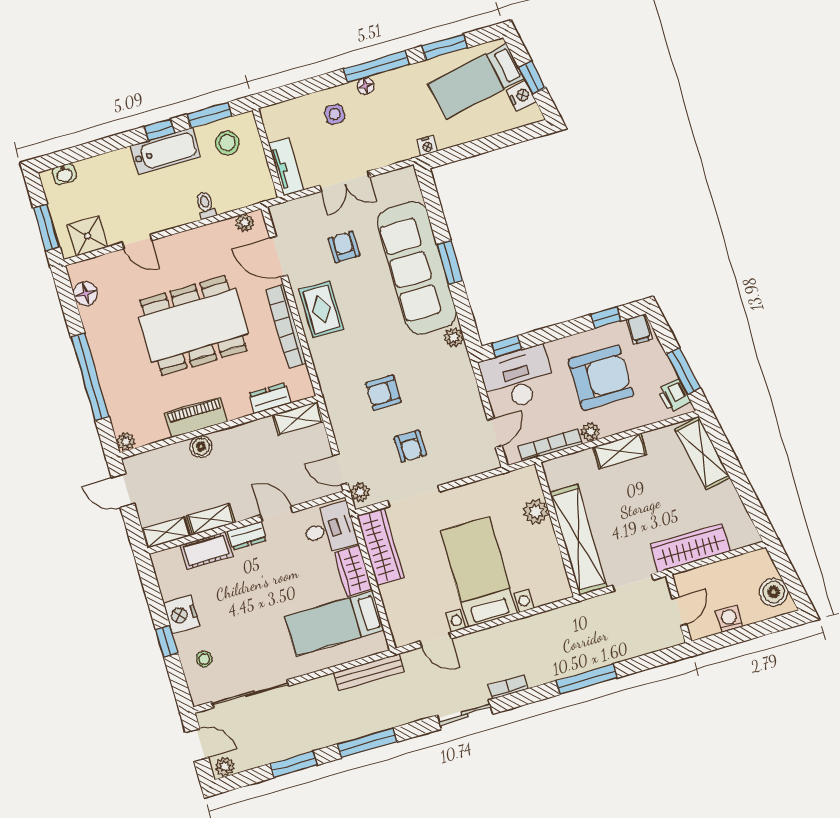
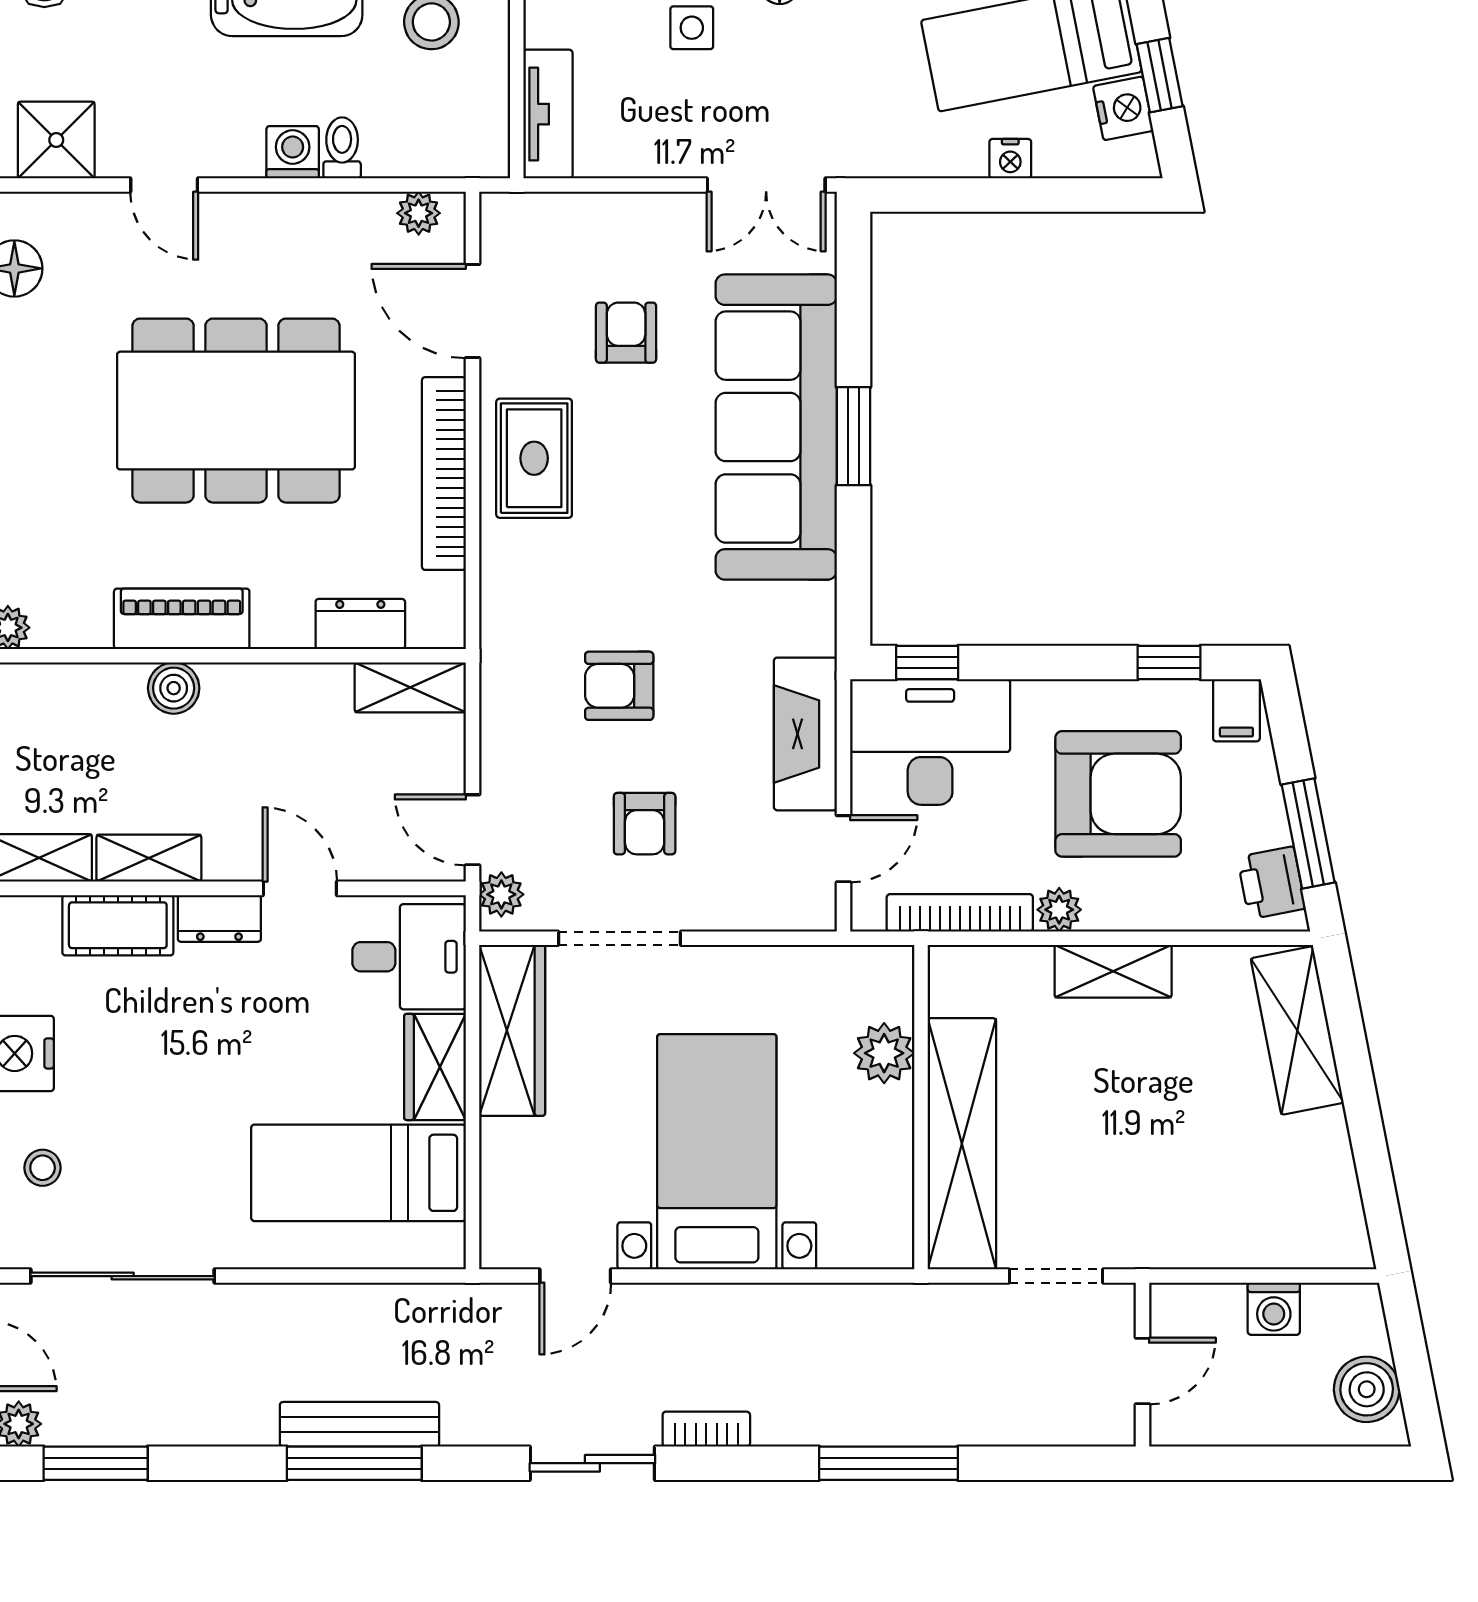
nightstand: (427, 146) -> (1010, 159), moved
double door: (345, 181) -> (766, 185), moved
washing machine: (186, 213) -> (293, 152), added
plant: (454, 337) -> (814, 607), removed
fireplace: (465, 390) -> (805, 734), added
wardrobe: (690, 548) -> (1208, 1235), removed
washing machine: (729, 619) -> (1274, 1309), moved, turned 180
door: (436, 640) -> (575, 1276), hinge flipped
bench: (369, 672) -> (359, 1424), moved
window: (293, 764) -> (96, 1463), moved

